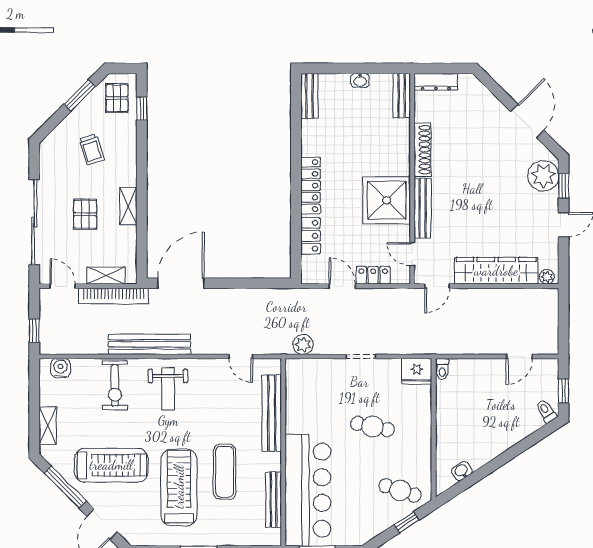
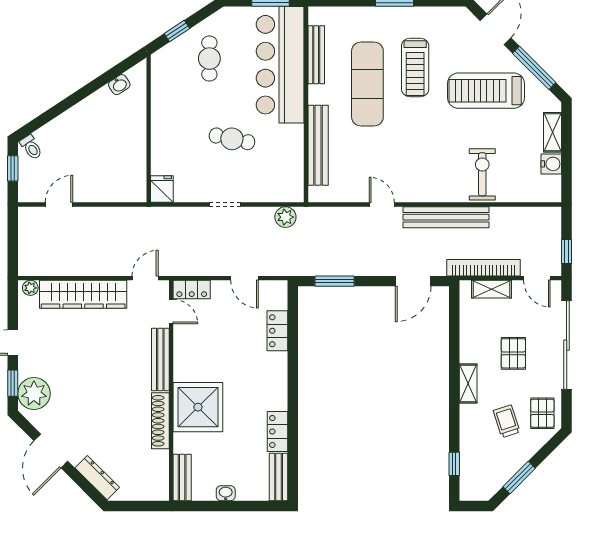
dresser: (436, 82) -> (97, 478), moved, turned 45
pallet: (117, 98) -> (542, 413), moved
locker: (311, 186) -> (277, 431), moved, width x0.66
shower: (387, 200) -> (198, 407), moved
shelving: (128, 206) -> (468, 383), moved
locker: (373, 275) -> (192, 289), moved
door: (181, 283) -> (413, 281), width x0.73
window: (256, 283) -> (335, 281), added
window: (34, 331) -> (567, 252), moved
door: (241, 356) -> (382, 204), moved
water cooler: (61, 368) -> (551, 164), moved, turned -90
toilet: (442, 369) -> (140, 191), removed
fridge: (417, 371) -> (162, 189), width x0.72
weight bench: (168, 389) -> (427, 171), removed
cafe table: (372, 427) -> (232, 139), moved
exercise mat: (225, 472) -> (367, 84), width x1.36, depth x1.45
treadmill: (179, 487) -> (415, 68), width x0.73, depth x0.73
cafe table: (400, 490) -> (209, 59), moved, turned 72

